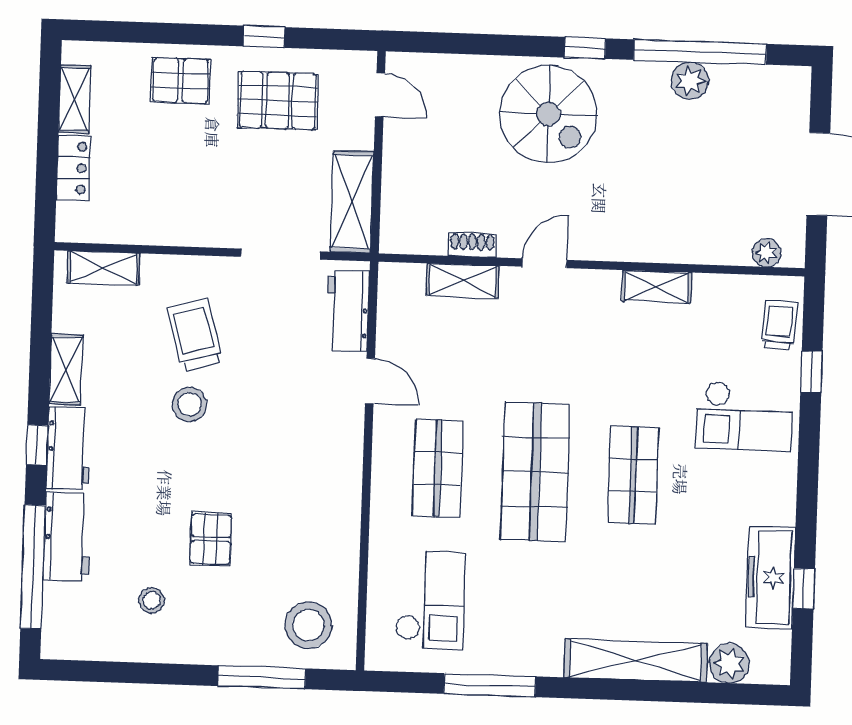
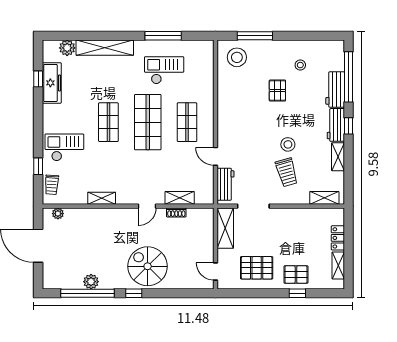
window: (264, 37) -> (297, 293), moved
checkout: (430, 600) -> (164, 70), moved, turned 90

